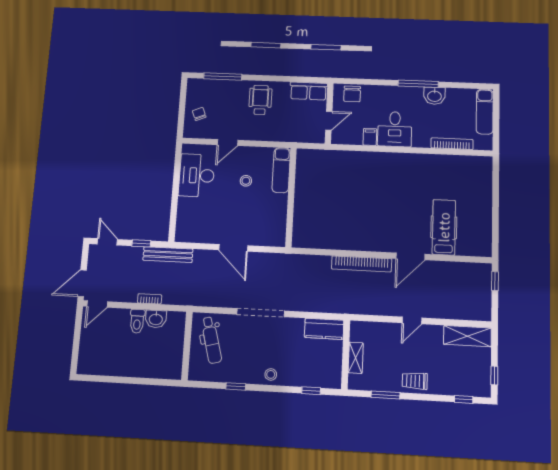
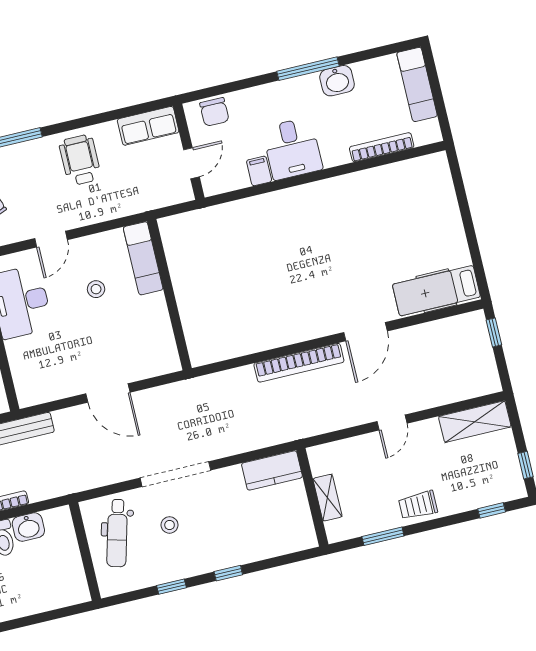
hospital bed: (444, 227) -> (436, 291), moved, turned -90
dental chair: (211, 340) -> (117, 533), turned 30
stool: (271, 374) -> (170, 525), moved
window: (311, 391) -> (228, 573), moved

